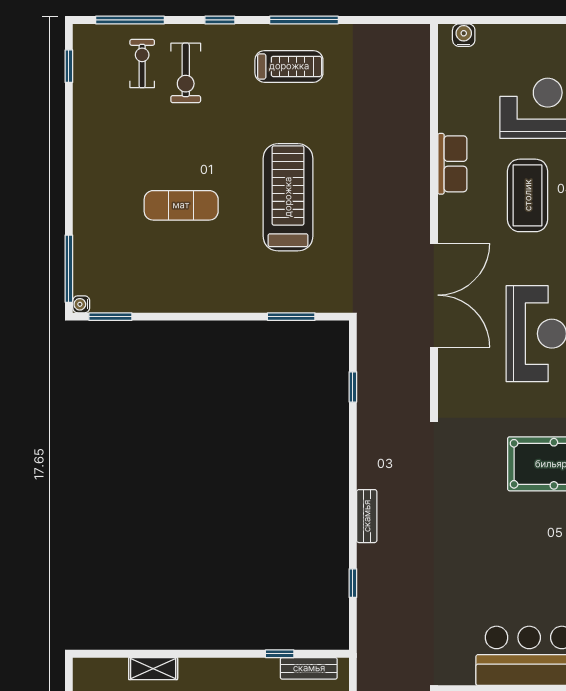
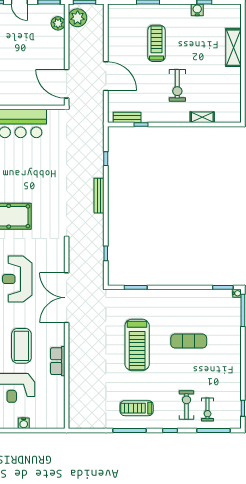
water cooler: (464, 35) -> (24, 423), moved
bench: (367, 516) -> (99, 196), width x1.36

